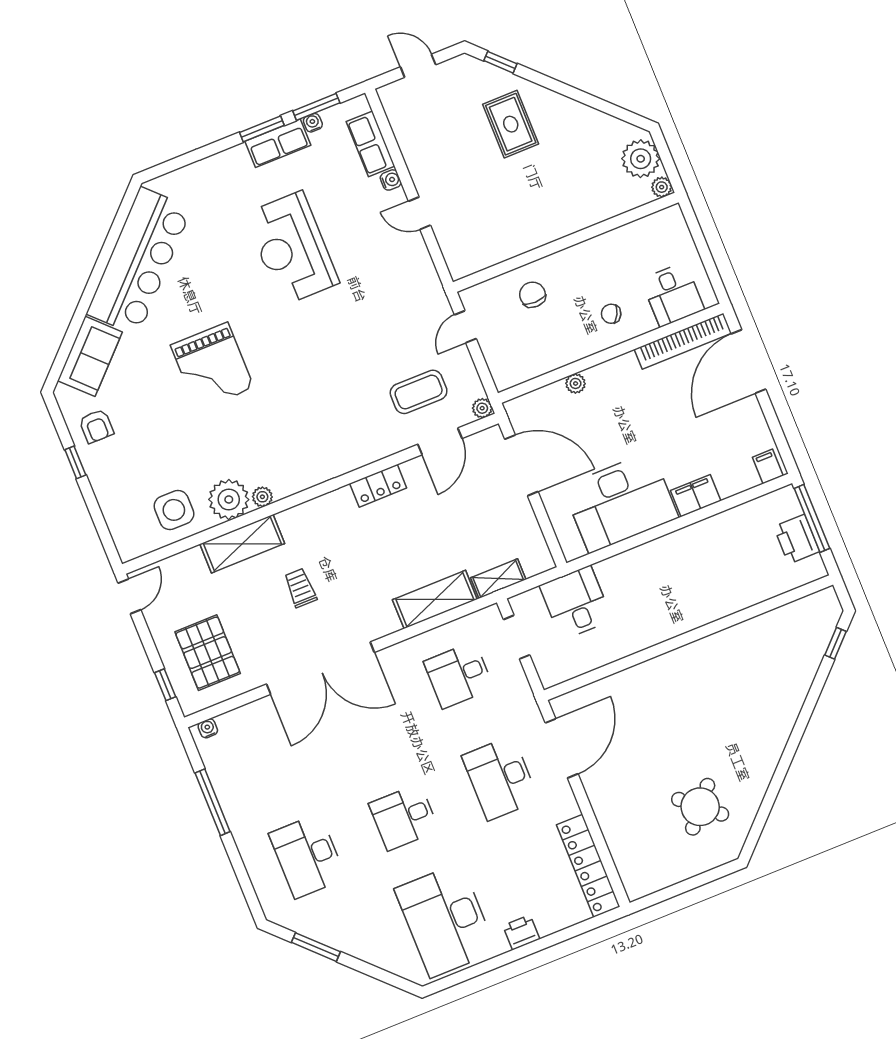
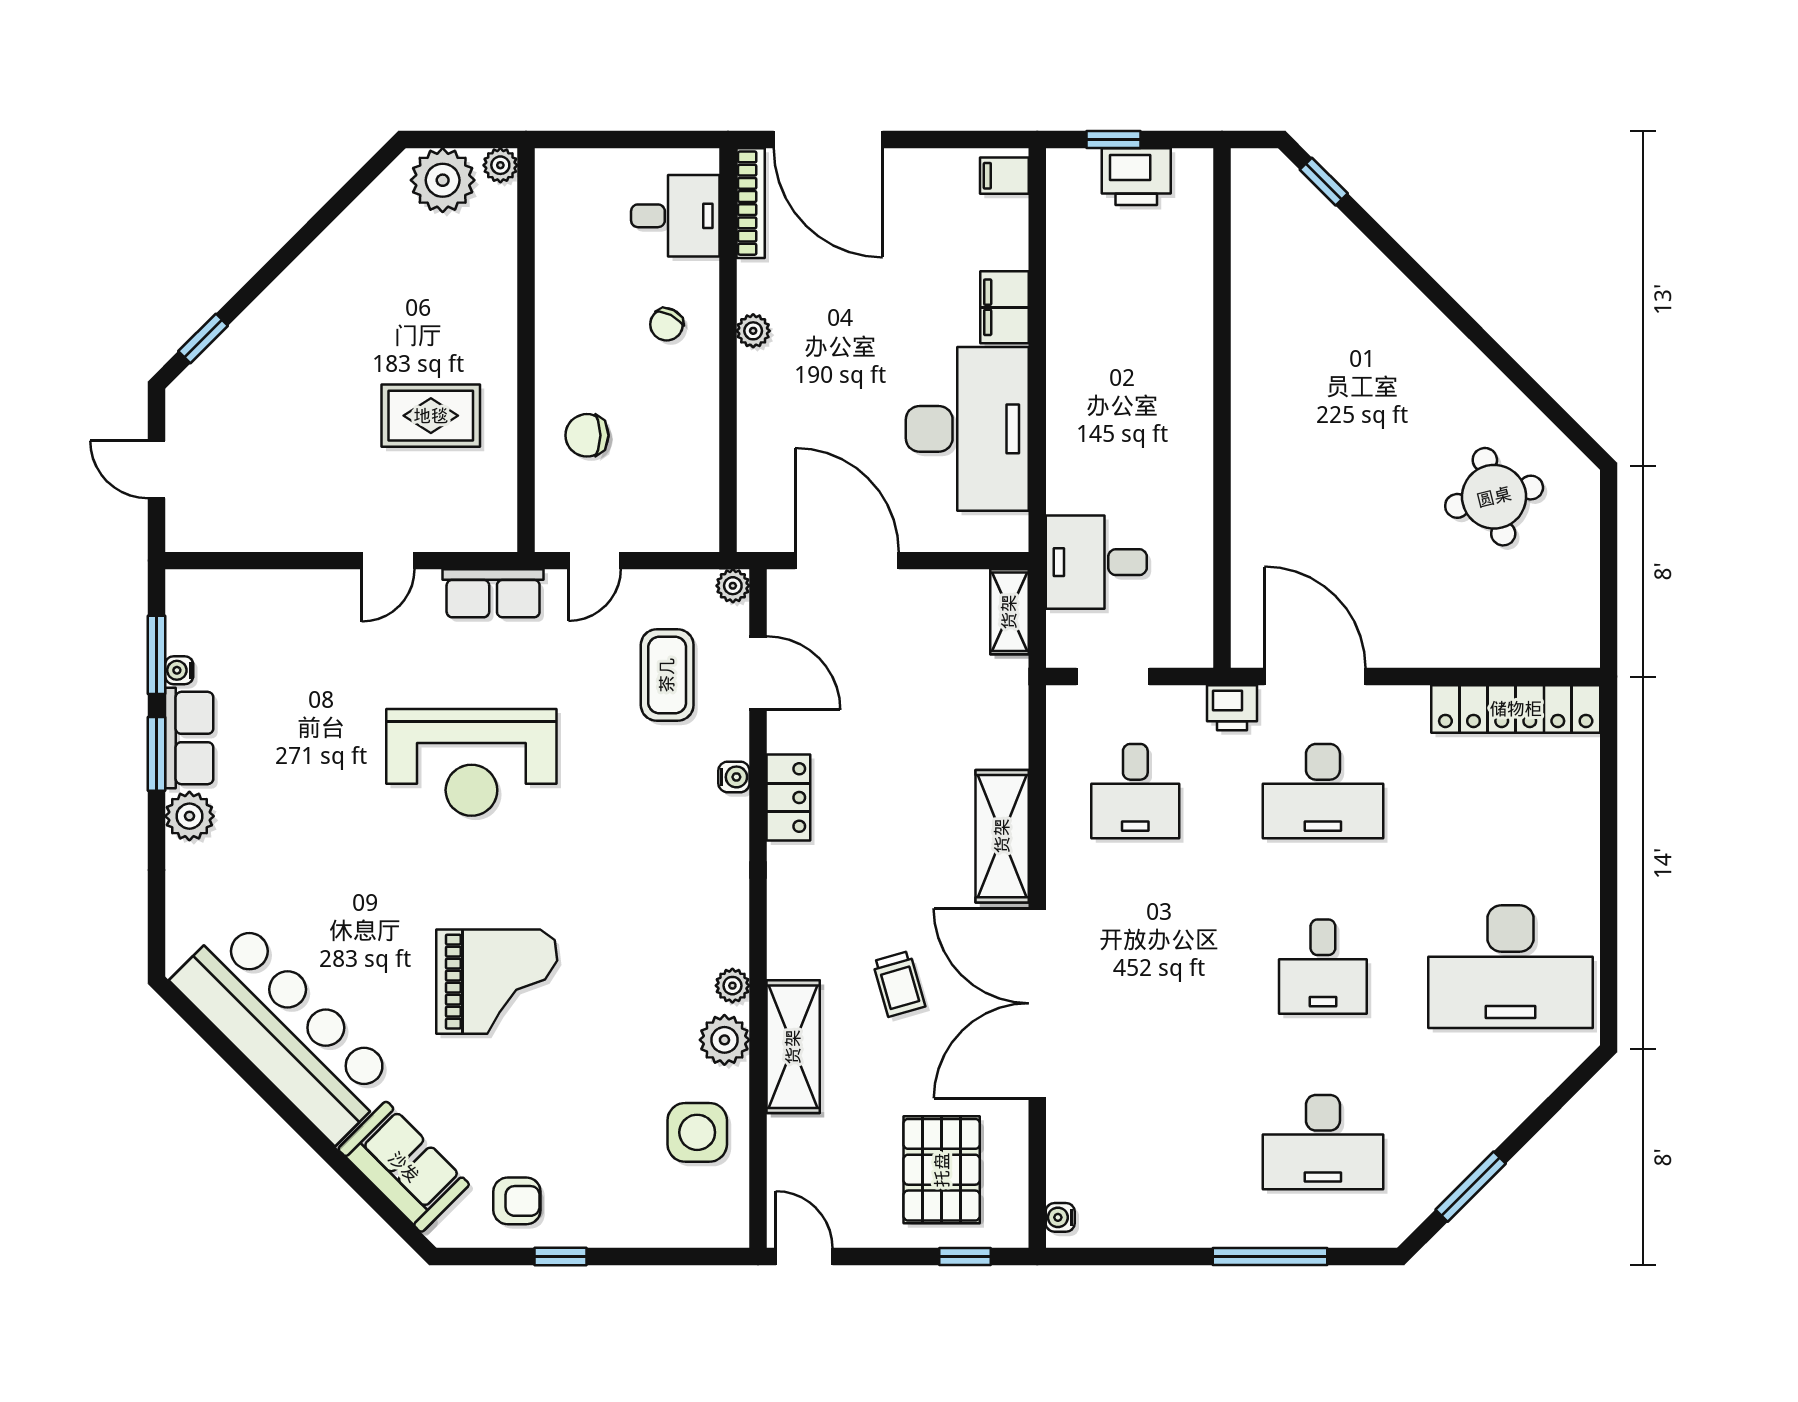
door: (418, 66) -> (157, 470), hinge flipped
rug: (511, 124) -> (431, 416), moved
row of seats: (371, 144) -> (493, 593), moved
plant: (235, 161) -> (189, 816), added
water cooler: (391, 180) -> (734, 777), moved, turned 90
reception desk: (292, 248) -> (471, 762), moved
door: (465, 327) -> (595, 561), hinge flipped
bookcase: (683, 341) -> (751, 203), width x0.68, depth x0.76
plant: (576, 383) -> (753, 331), moved
door: (521, 465) -> (847, 561), hinge flipped
plant: (229, 499) -> (724, 1040), width x0.73, depth x0.73
window: (812, 518) -> (1114, 140), width x0.46
shelving: (498, 579) -> (1009, 612), moved
trolley: (300, 588) -> (899, 984), turned -106
shelving: (435, 599) -> (1002, 836), moved
pallet: (208, 653) -> (942, 1170), turned 90
double door: (320, 668) -> (1037, 1003), swing flipped
window: (213, 802) -> (1270, 1257), moved
round table: (700, 807) -> (1494, 497), turned 35
printer: (521, 932) -> (1232, 708), moved, turned -90

